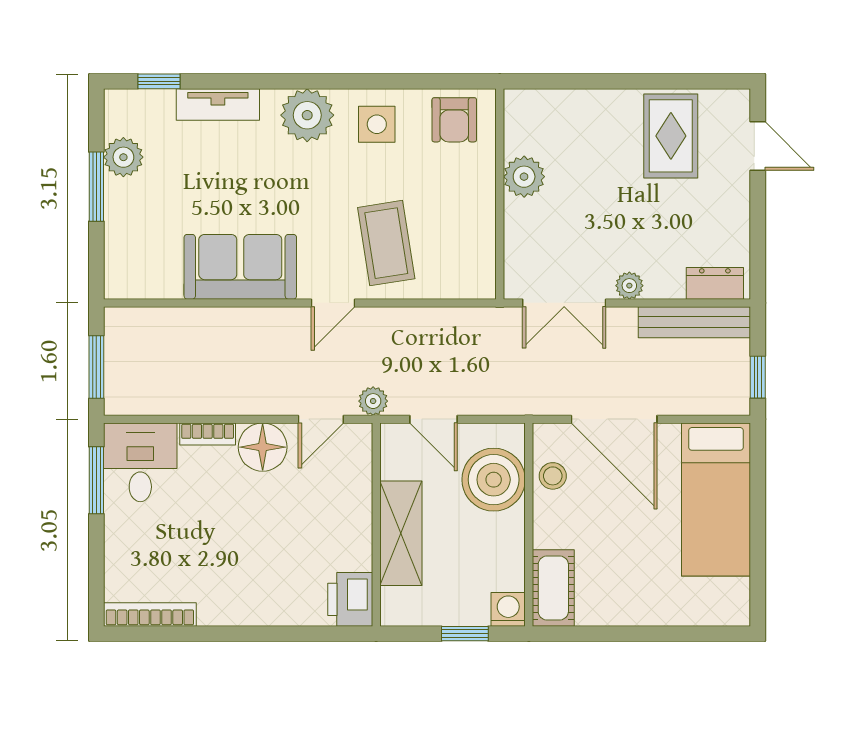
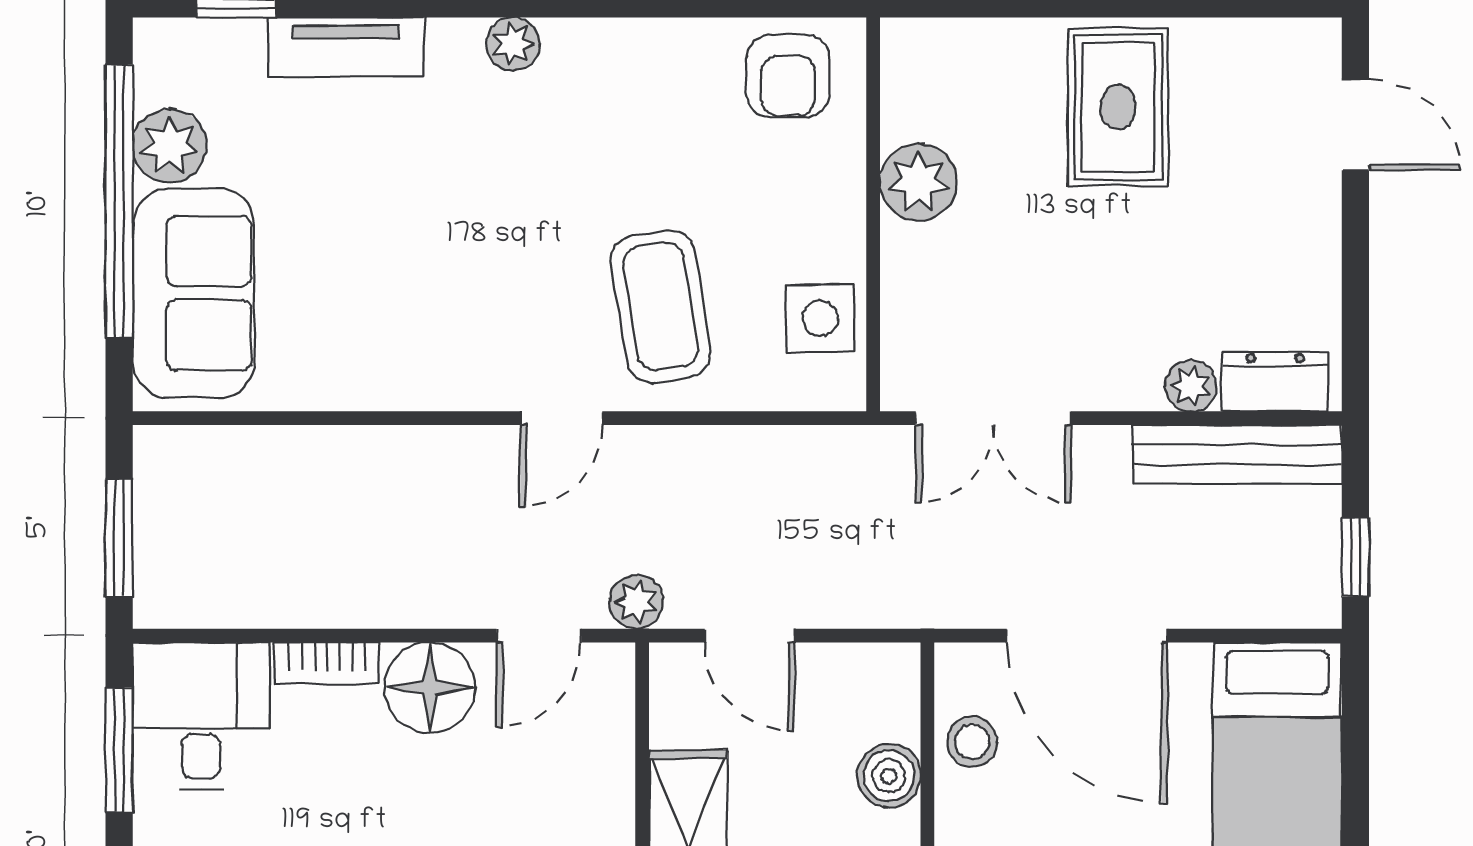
plant: (307, 115) -> (513, 44), width x0.53, depth x0.53
side table: (377, 124) -> (820, 318), moved
rug: (671, 136) -> (1118, 107), moved
window: (96, 187) -> (119, 201), width x2.11
sofa: (240, 267) -> (193, 293), moved, turned 90
plant: (629, 286) -> (1191, 386), moved
boiler: (494, 480) -> (889, 776), width x0.54, depth x0.54

